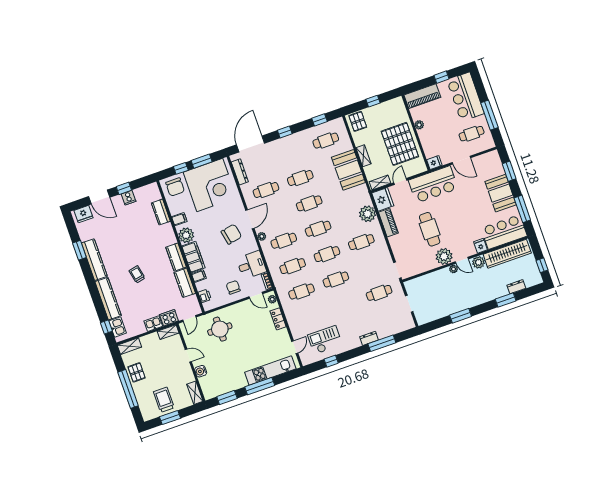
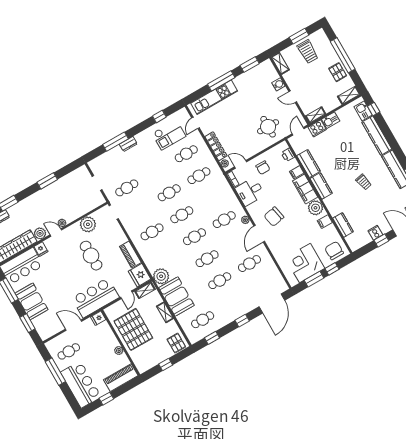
dresser: (240, 172) -> (277, 276), removed
corner desk: (210, 185) -> (305, 263), width x0.74, depth x0.74
plant: (368, 214) -> (161, 276), moved
plant: (444, 256) -> (88, 224), moved
cafe table: (293, 266) -> (186, 154), moved
trolley: (137, 274) -> (364, 182), moved
locker: (278, 319) -> (216, 146), width x1.53

